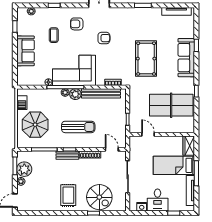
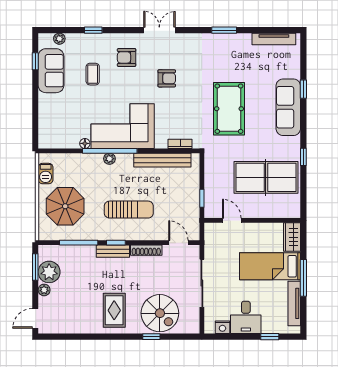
sofa: (26, 51) -> (51, 71), moved
plant: (75, 94) -> (125, 161), removed

